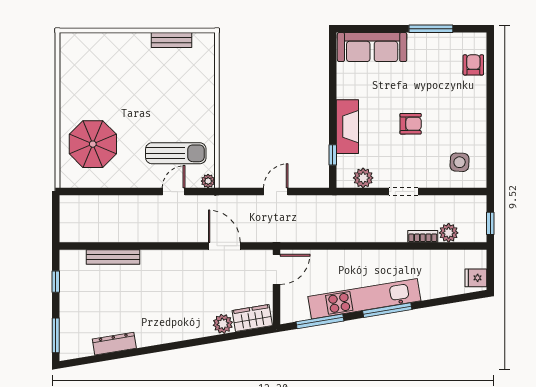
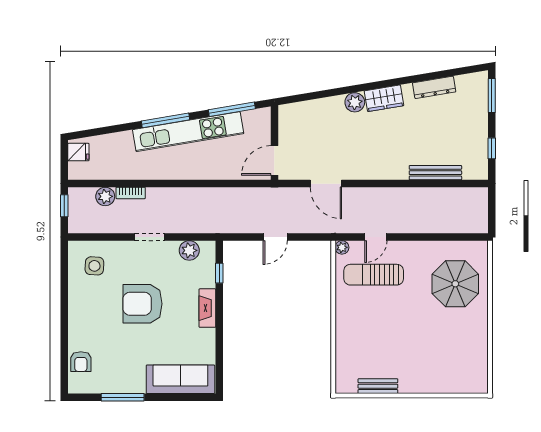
armchair: (411, 124) -> (143, 304), width x1.88, depth x1.88
fireplace: (347, 127) -> (207, 308), width x0.73, depth x0.76
wardrobe: (252, 318) -> (384, 98), moved
plant: (223, 324) -> (355, 102), moved

